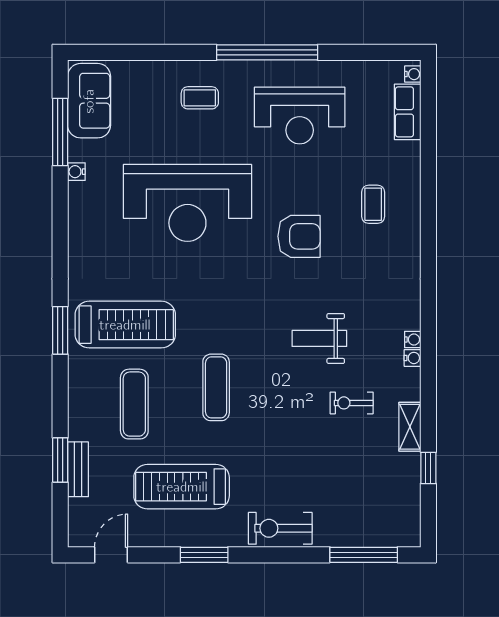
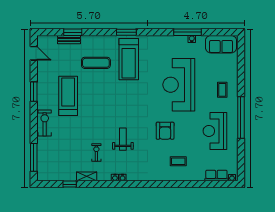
window: (60, 132) -> (187, 32), moved
exercise mat: (216, 387) -> (103, 97), removed
treadmill: (182, 487) -> (68, 96), moved

